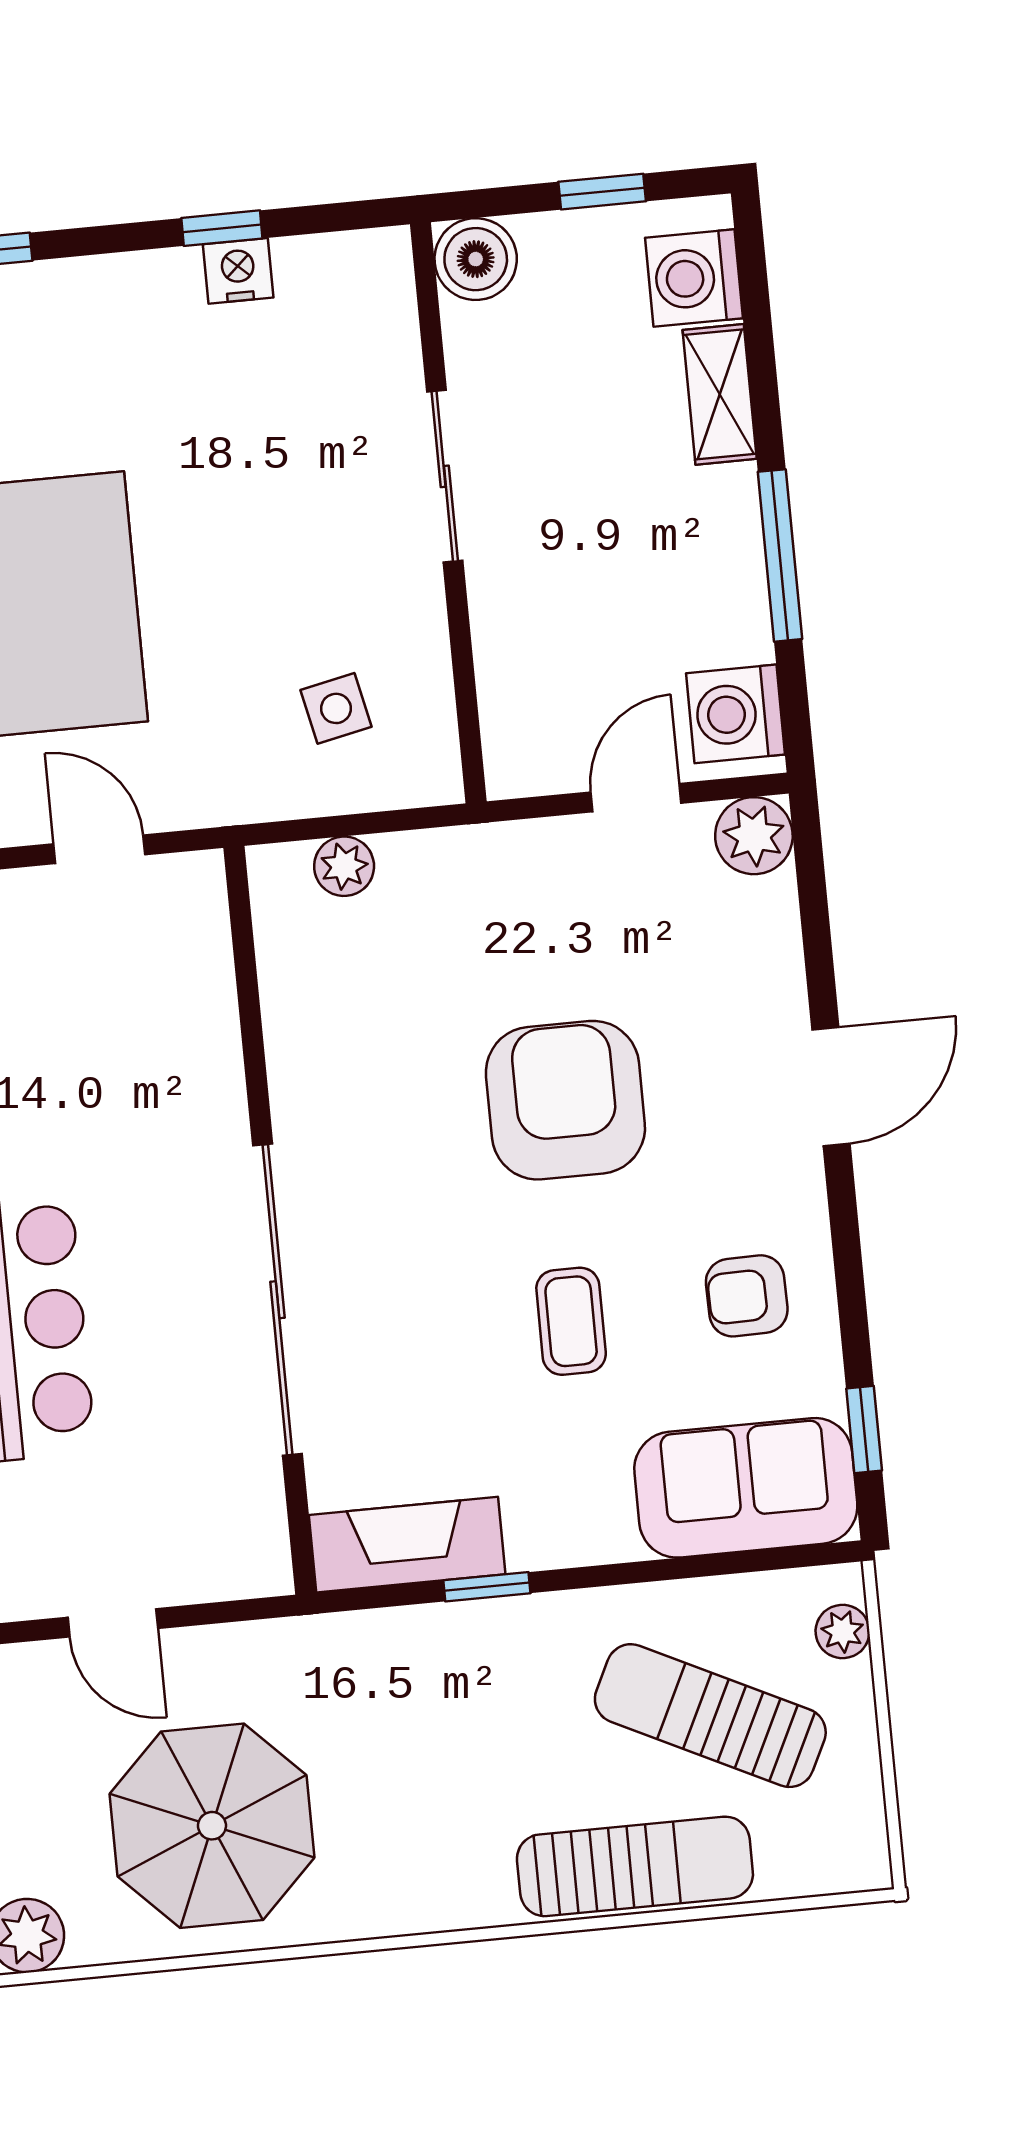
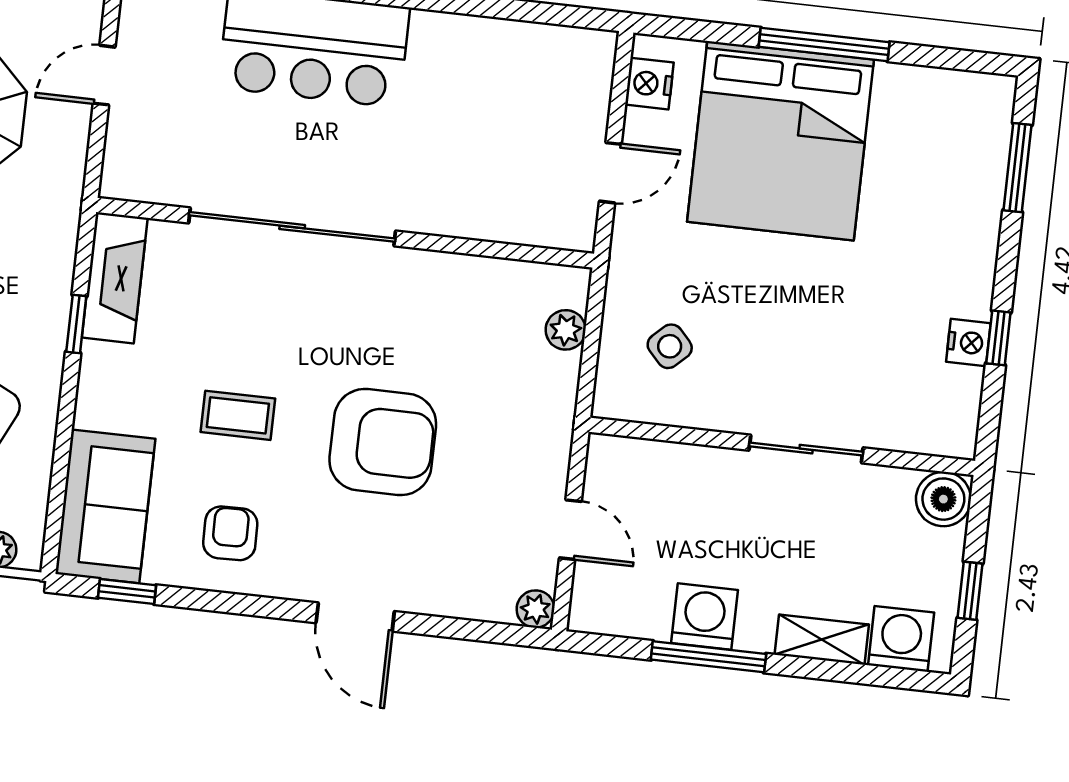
side table: (336, 708) -> (670, 346), turned -31
washing machine: (736, 714) -> (704, 616), moved
plant: (754, 836) -> (535, 609), width x0.73, depth x0.73

